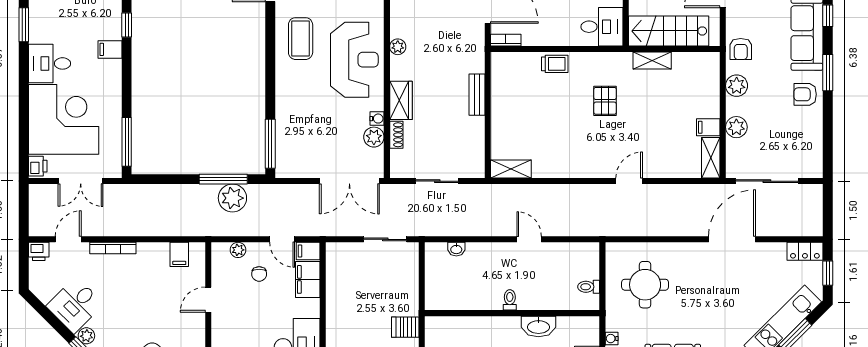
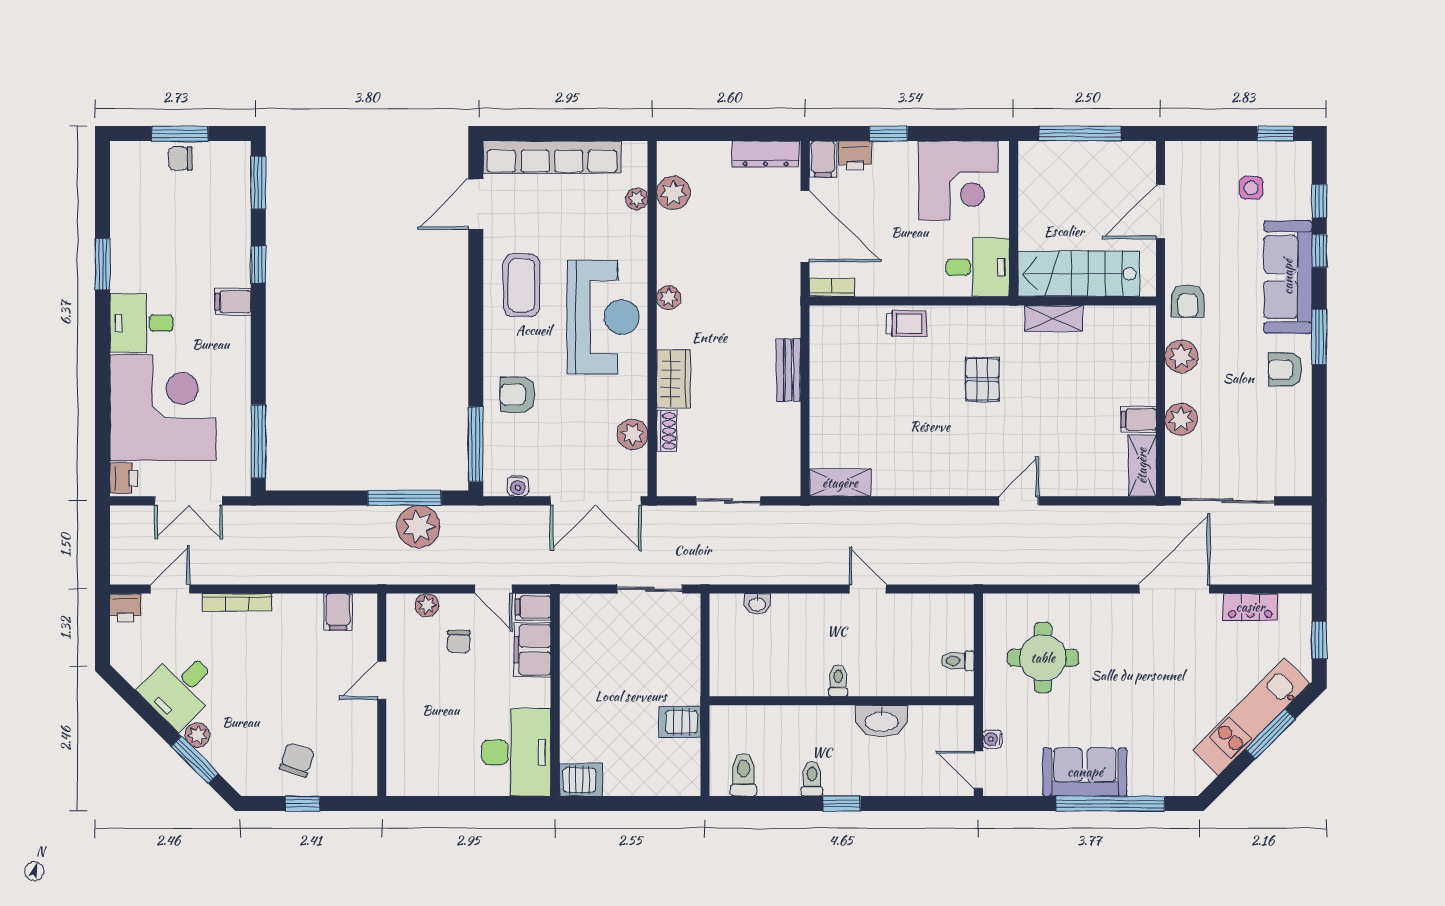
armchair: (298, 111) -> (518, 395), added
water cooler: (377, 119) -> (518, 486), moved, turned 90
locker: (805, 251) -> (1250, 607), moved

